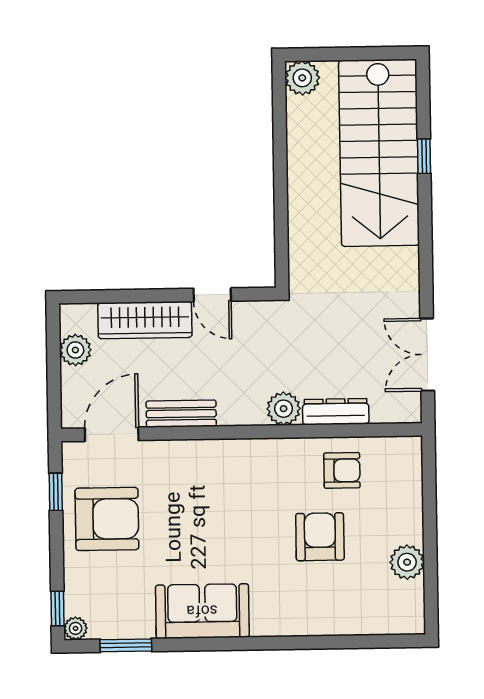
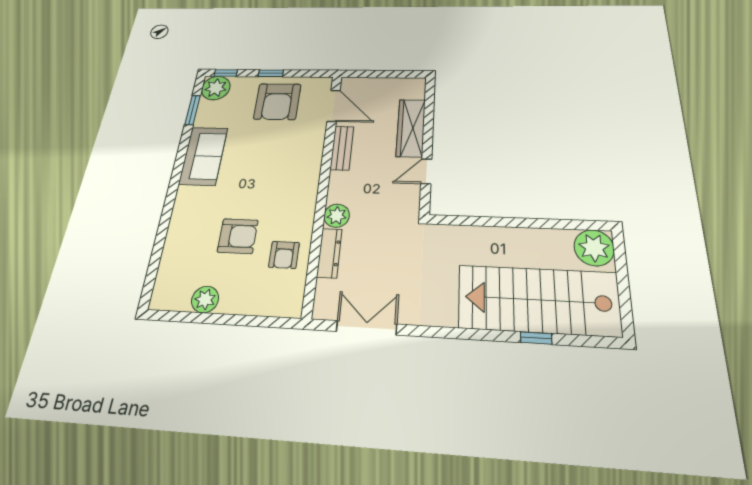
plant: (302, 78) -> (594, 248), width x1.36, depth x1.36
plant: (75, 350) -> (393, 86), removed
window: (56, 492) -> (271, 73), moved
plant: (76, 628) -> (216, 88), width x1.87, depth x1.87

